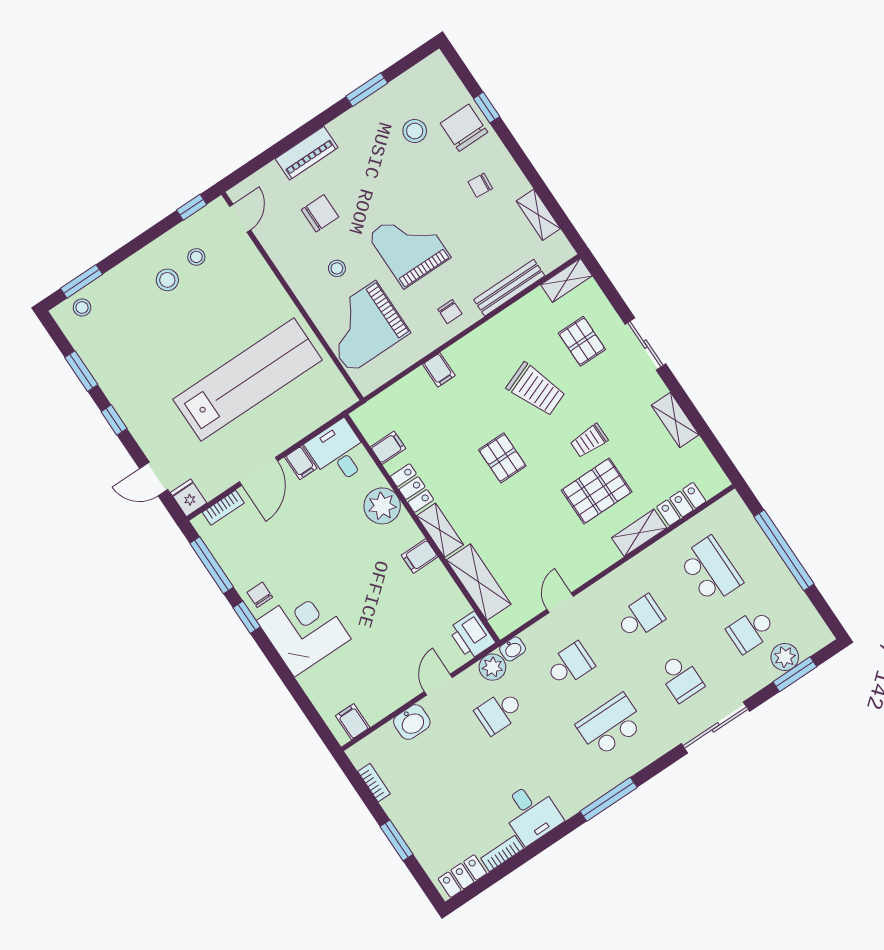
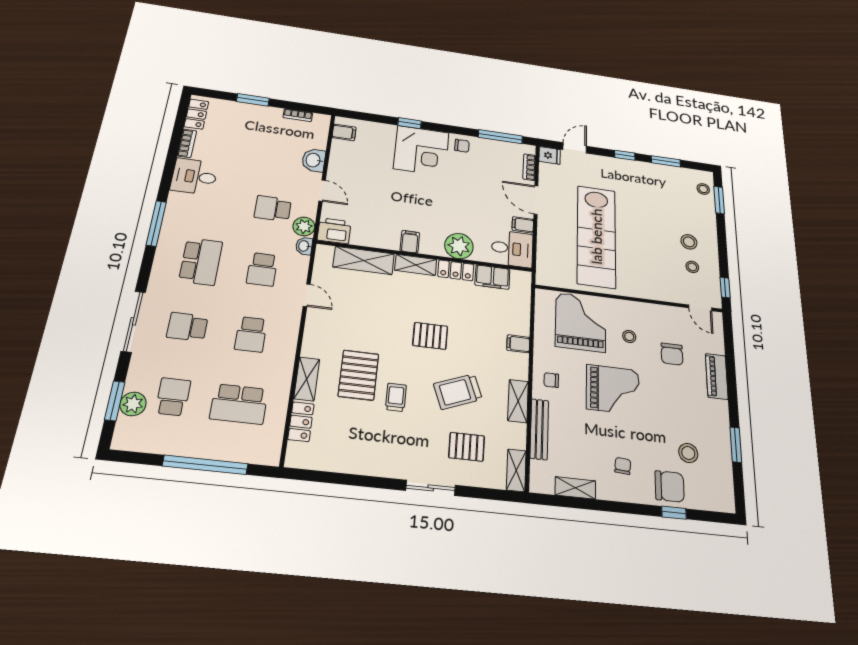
shelving: (675, 420) -> (518, 401), moved, turned 90
filing cabinet: (388, 448) -> (492, 277), width x2.00
window: (247, 617) -> (410, 123), moved
school desk: (499, 712) -> (273, 208), turned -90

